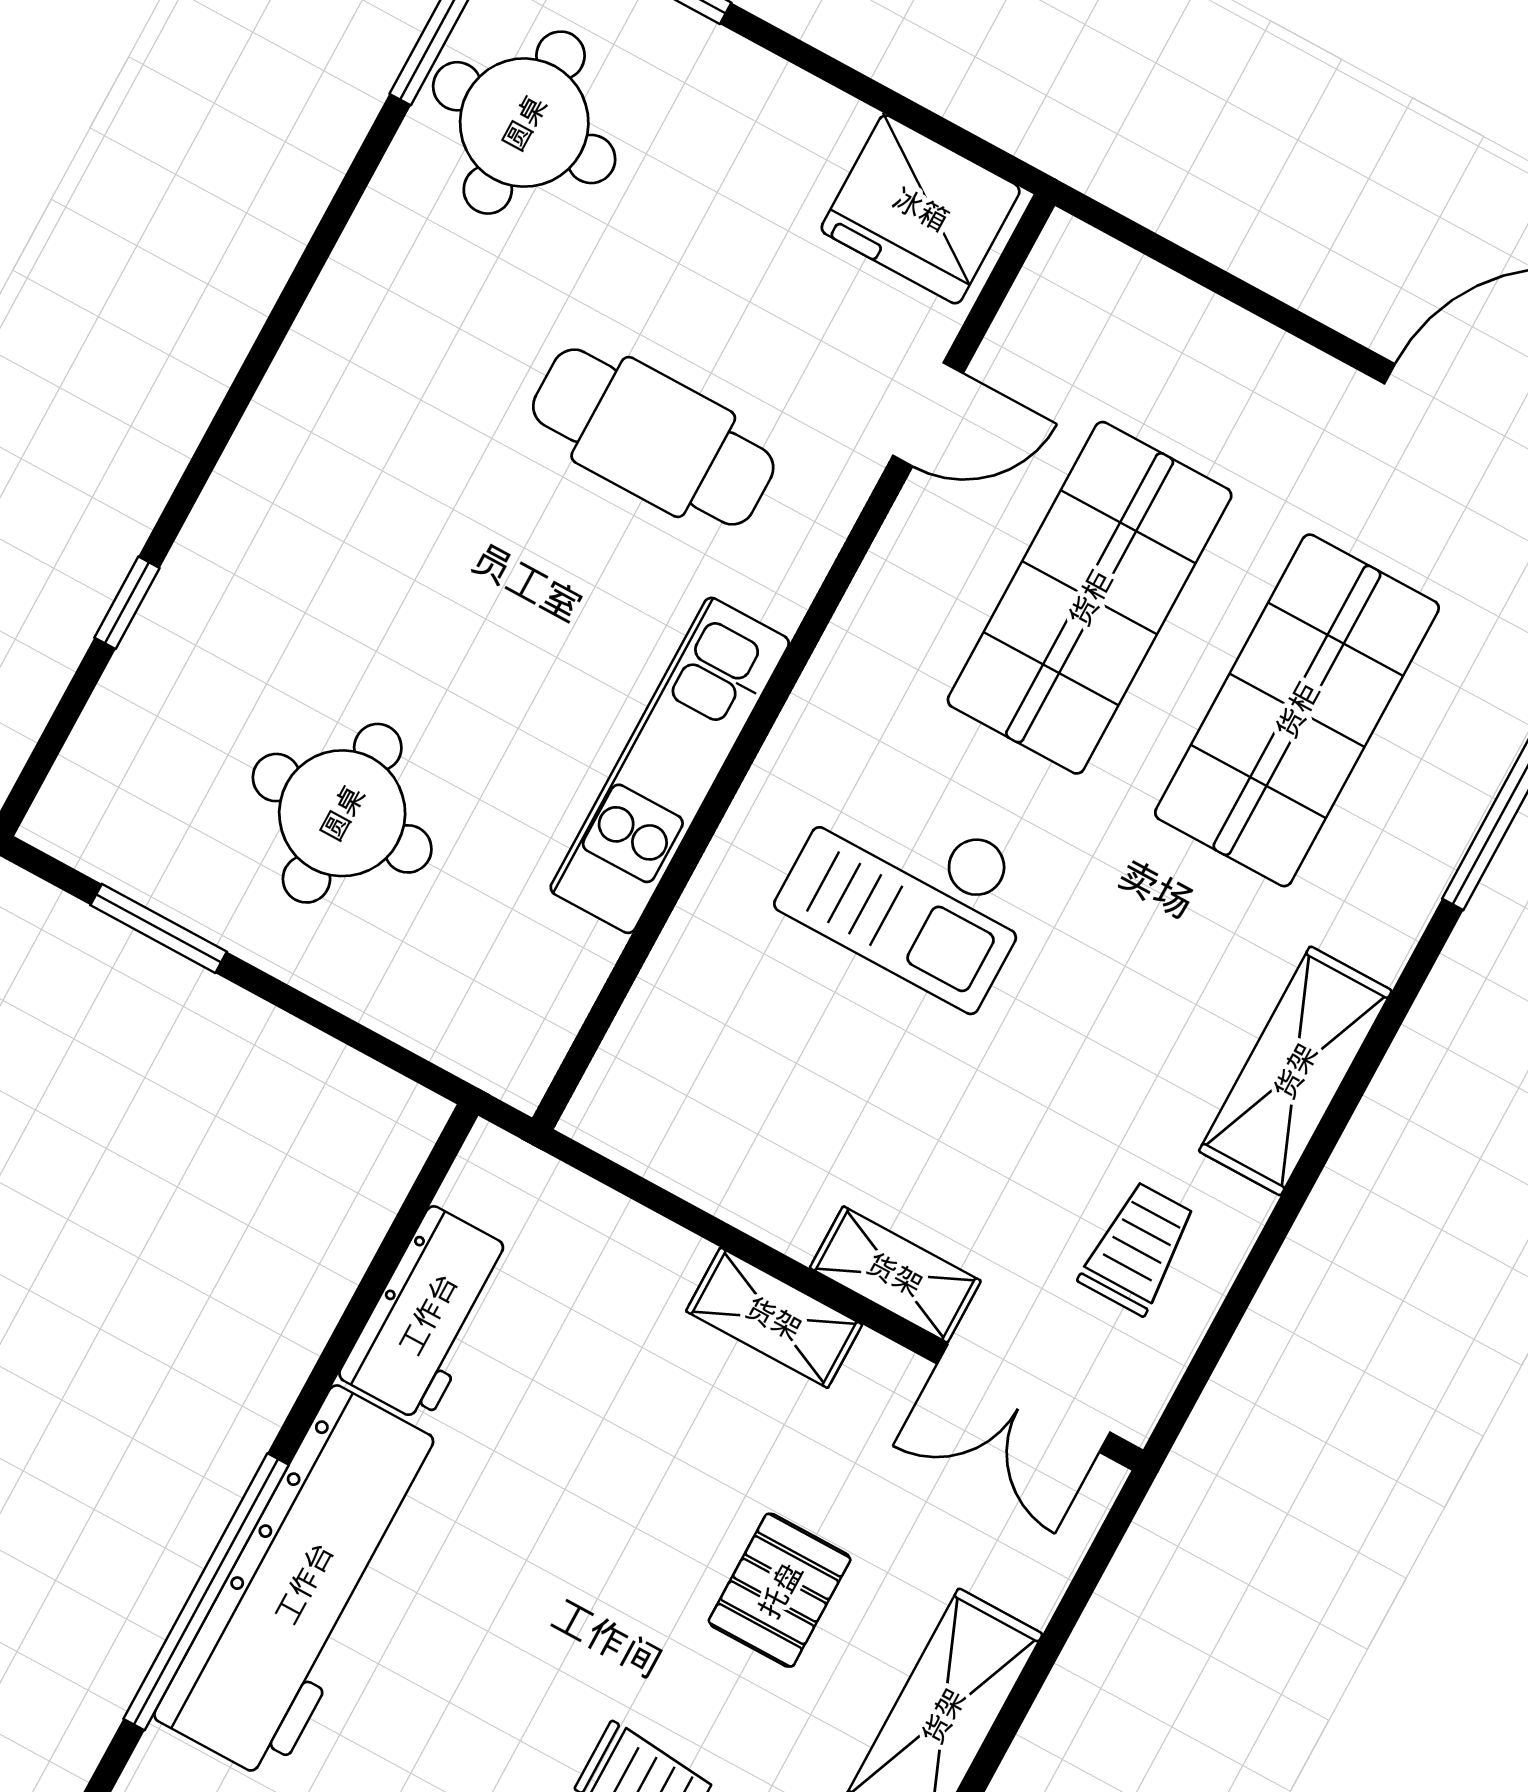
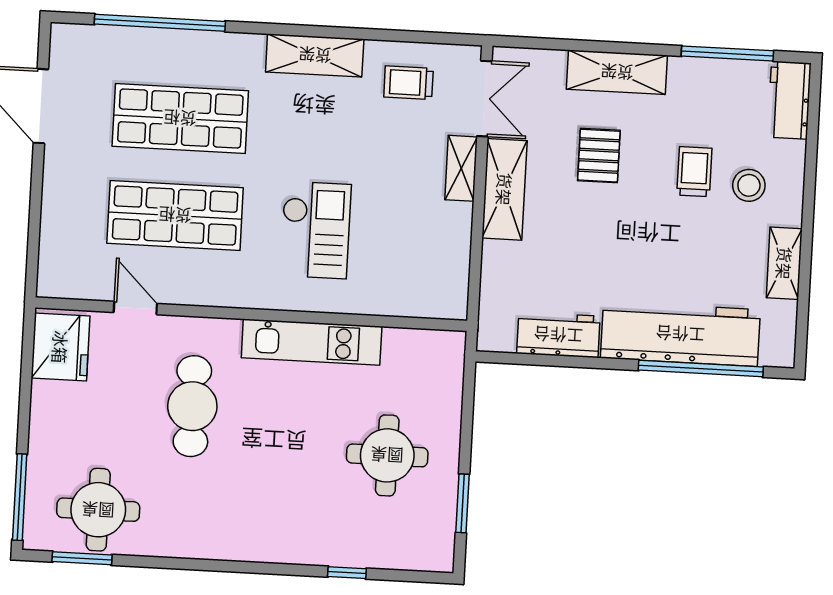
shelving: (774, 1318) -> (504, 189), width x1.50, depth x1.33
pallet: (780, 1590) -> (599, 156), turned 90

